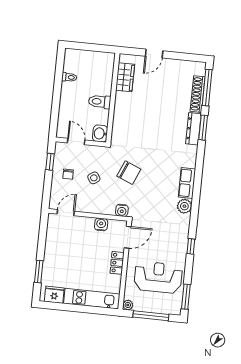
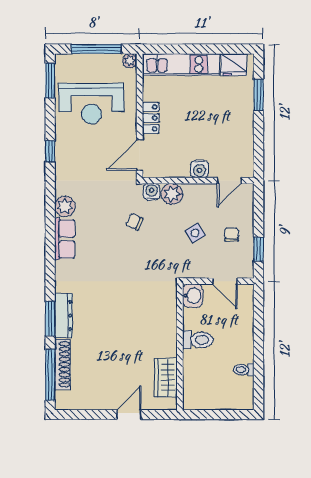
chair: (129, 173) -> (134, 222), moved, width x0.54, depth x0.54
plant: (108, 207) -> (172, 194), added
water cooler: (101, 224) -> (200, 169), moved

